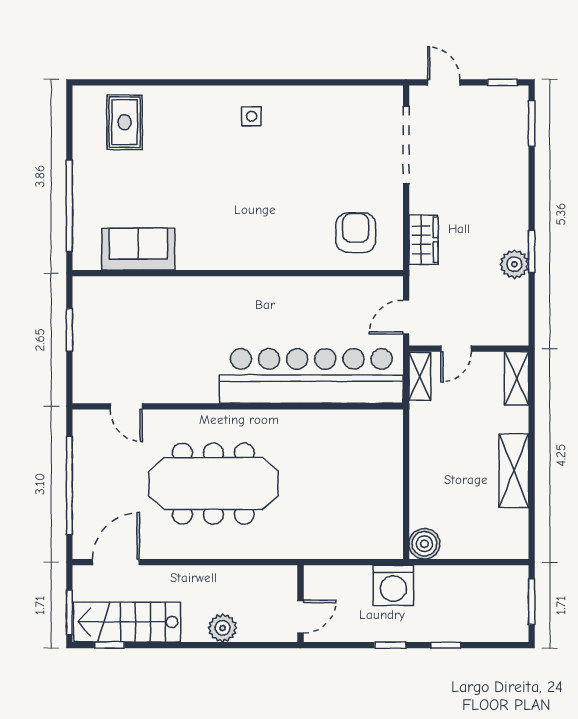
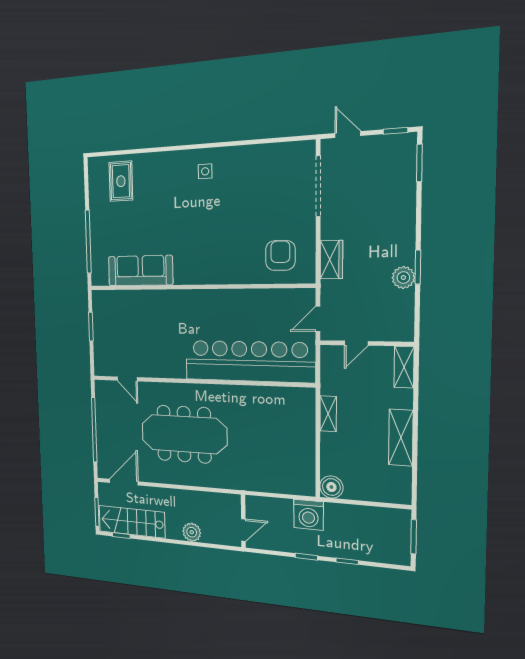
sofa: (138, 249) -> (140, 271), width x1.36
shelving: (420, 376) -> (328, 414), moved

